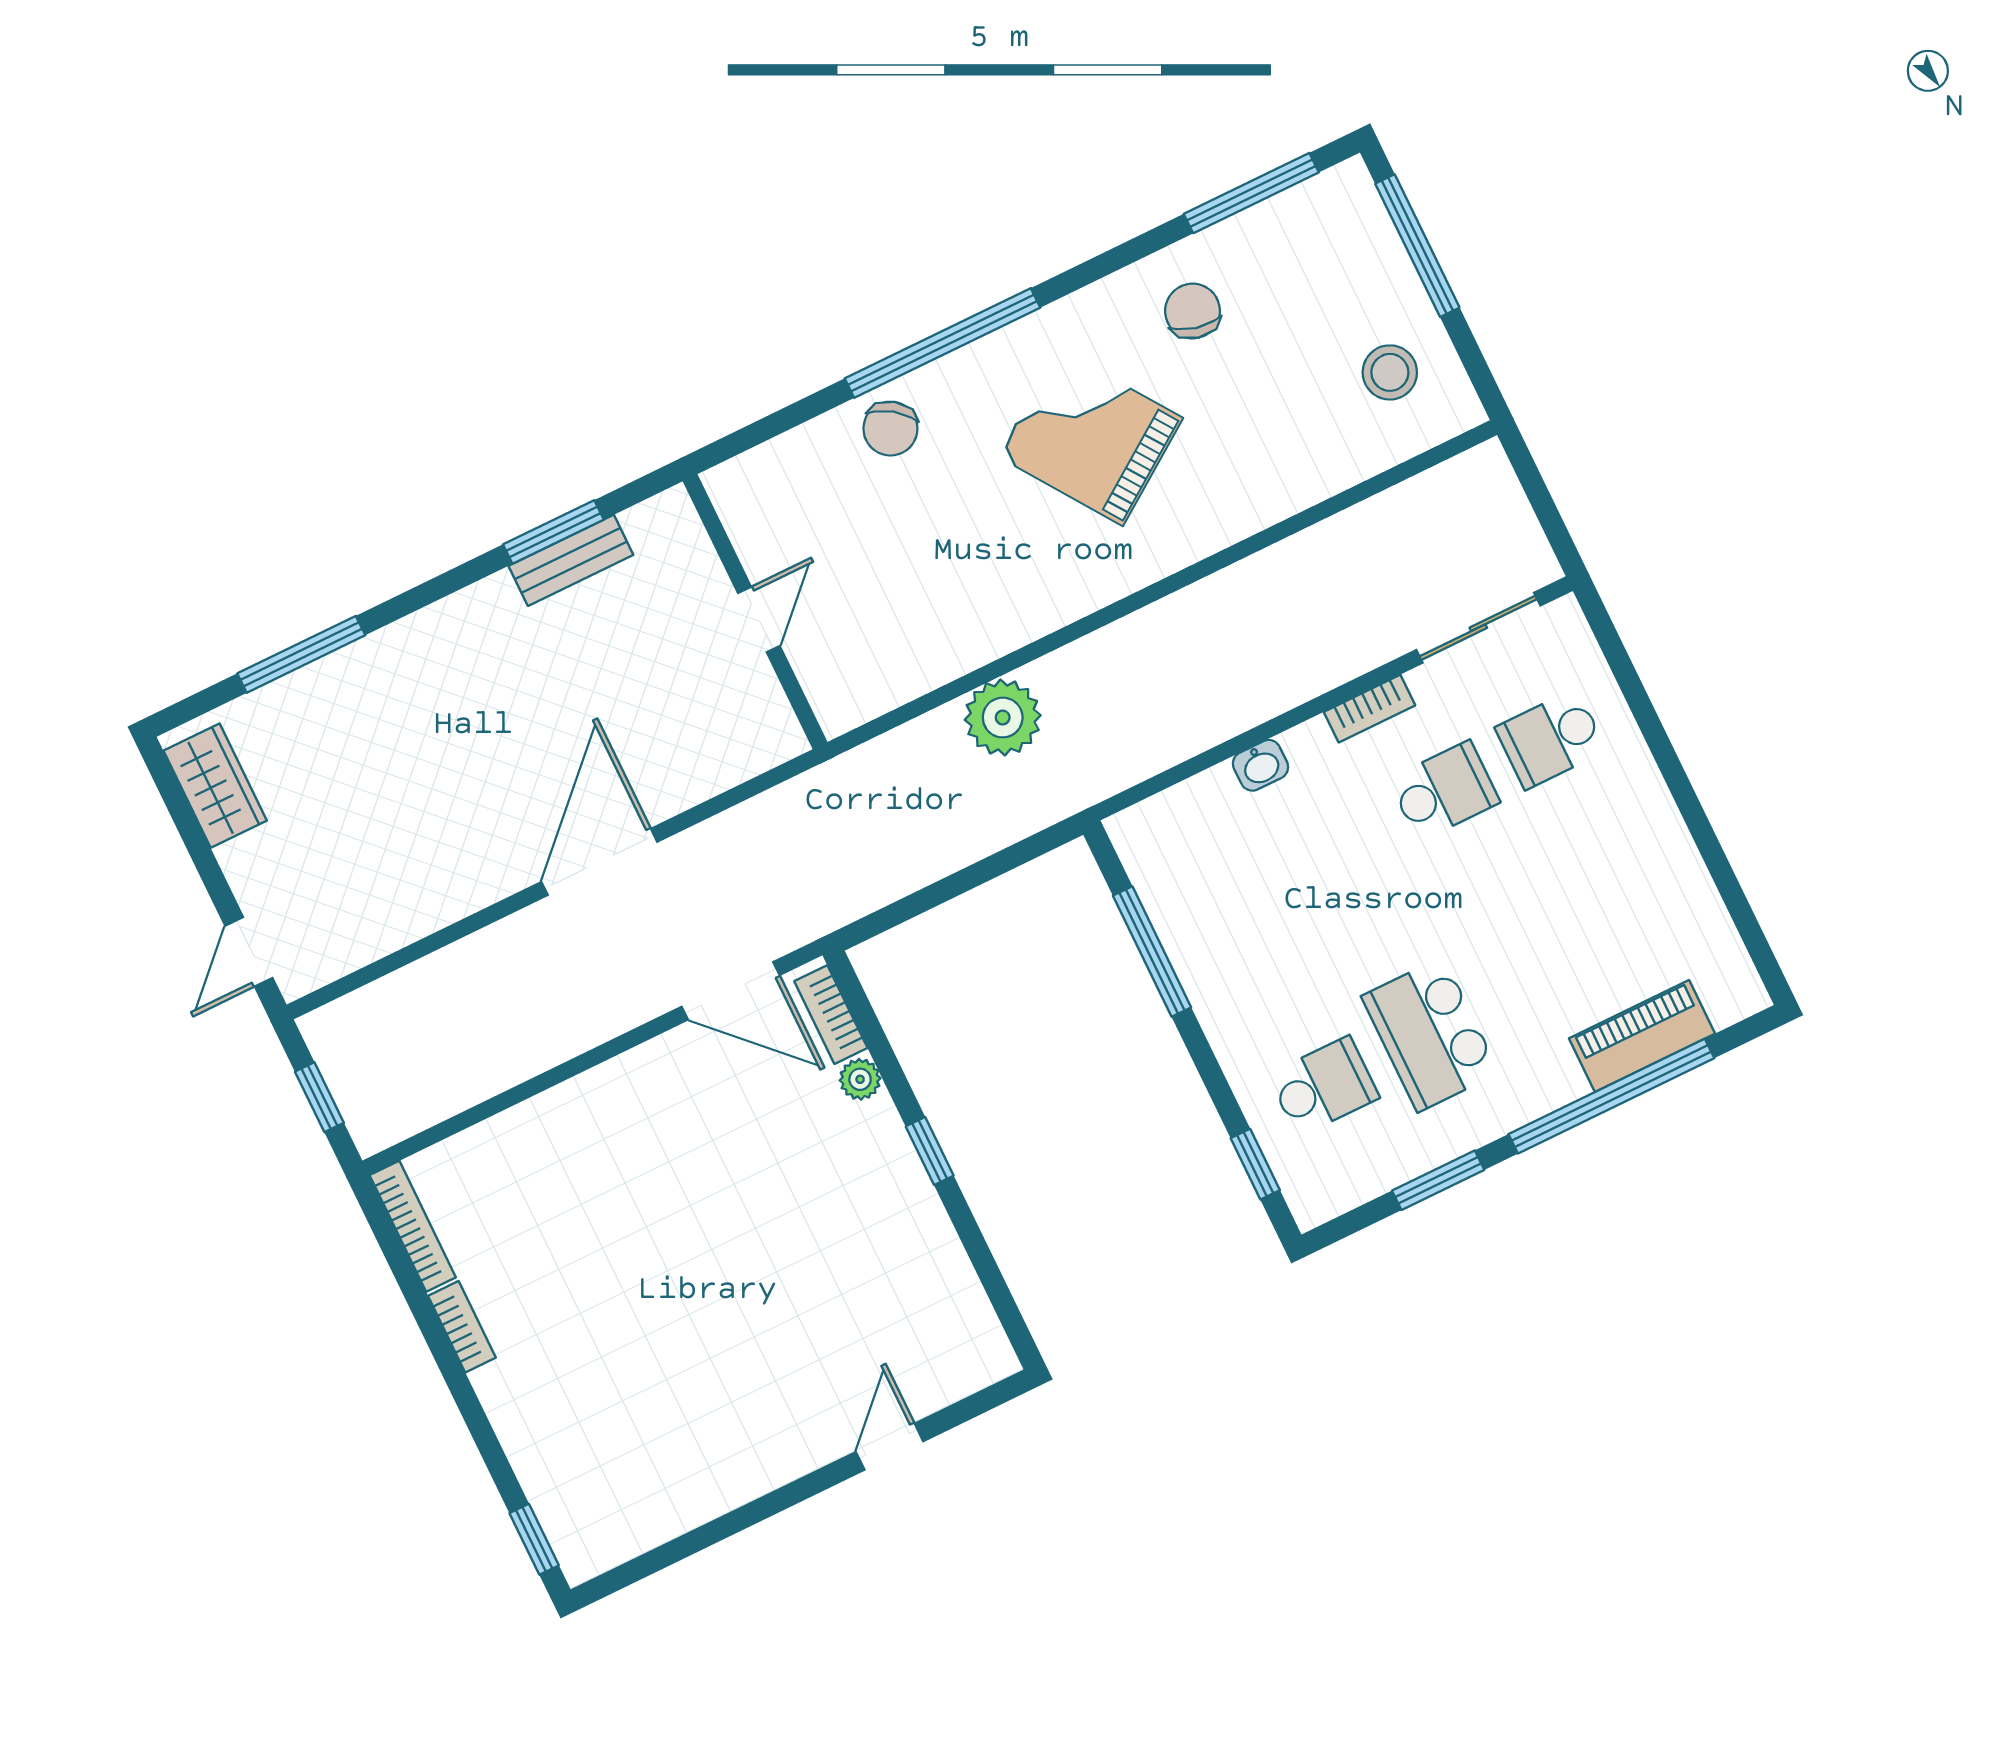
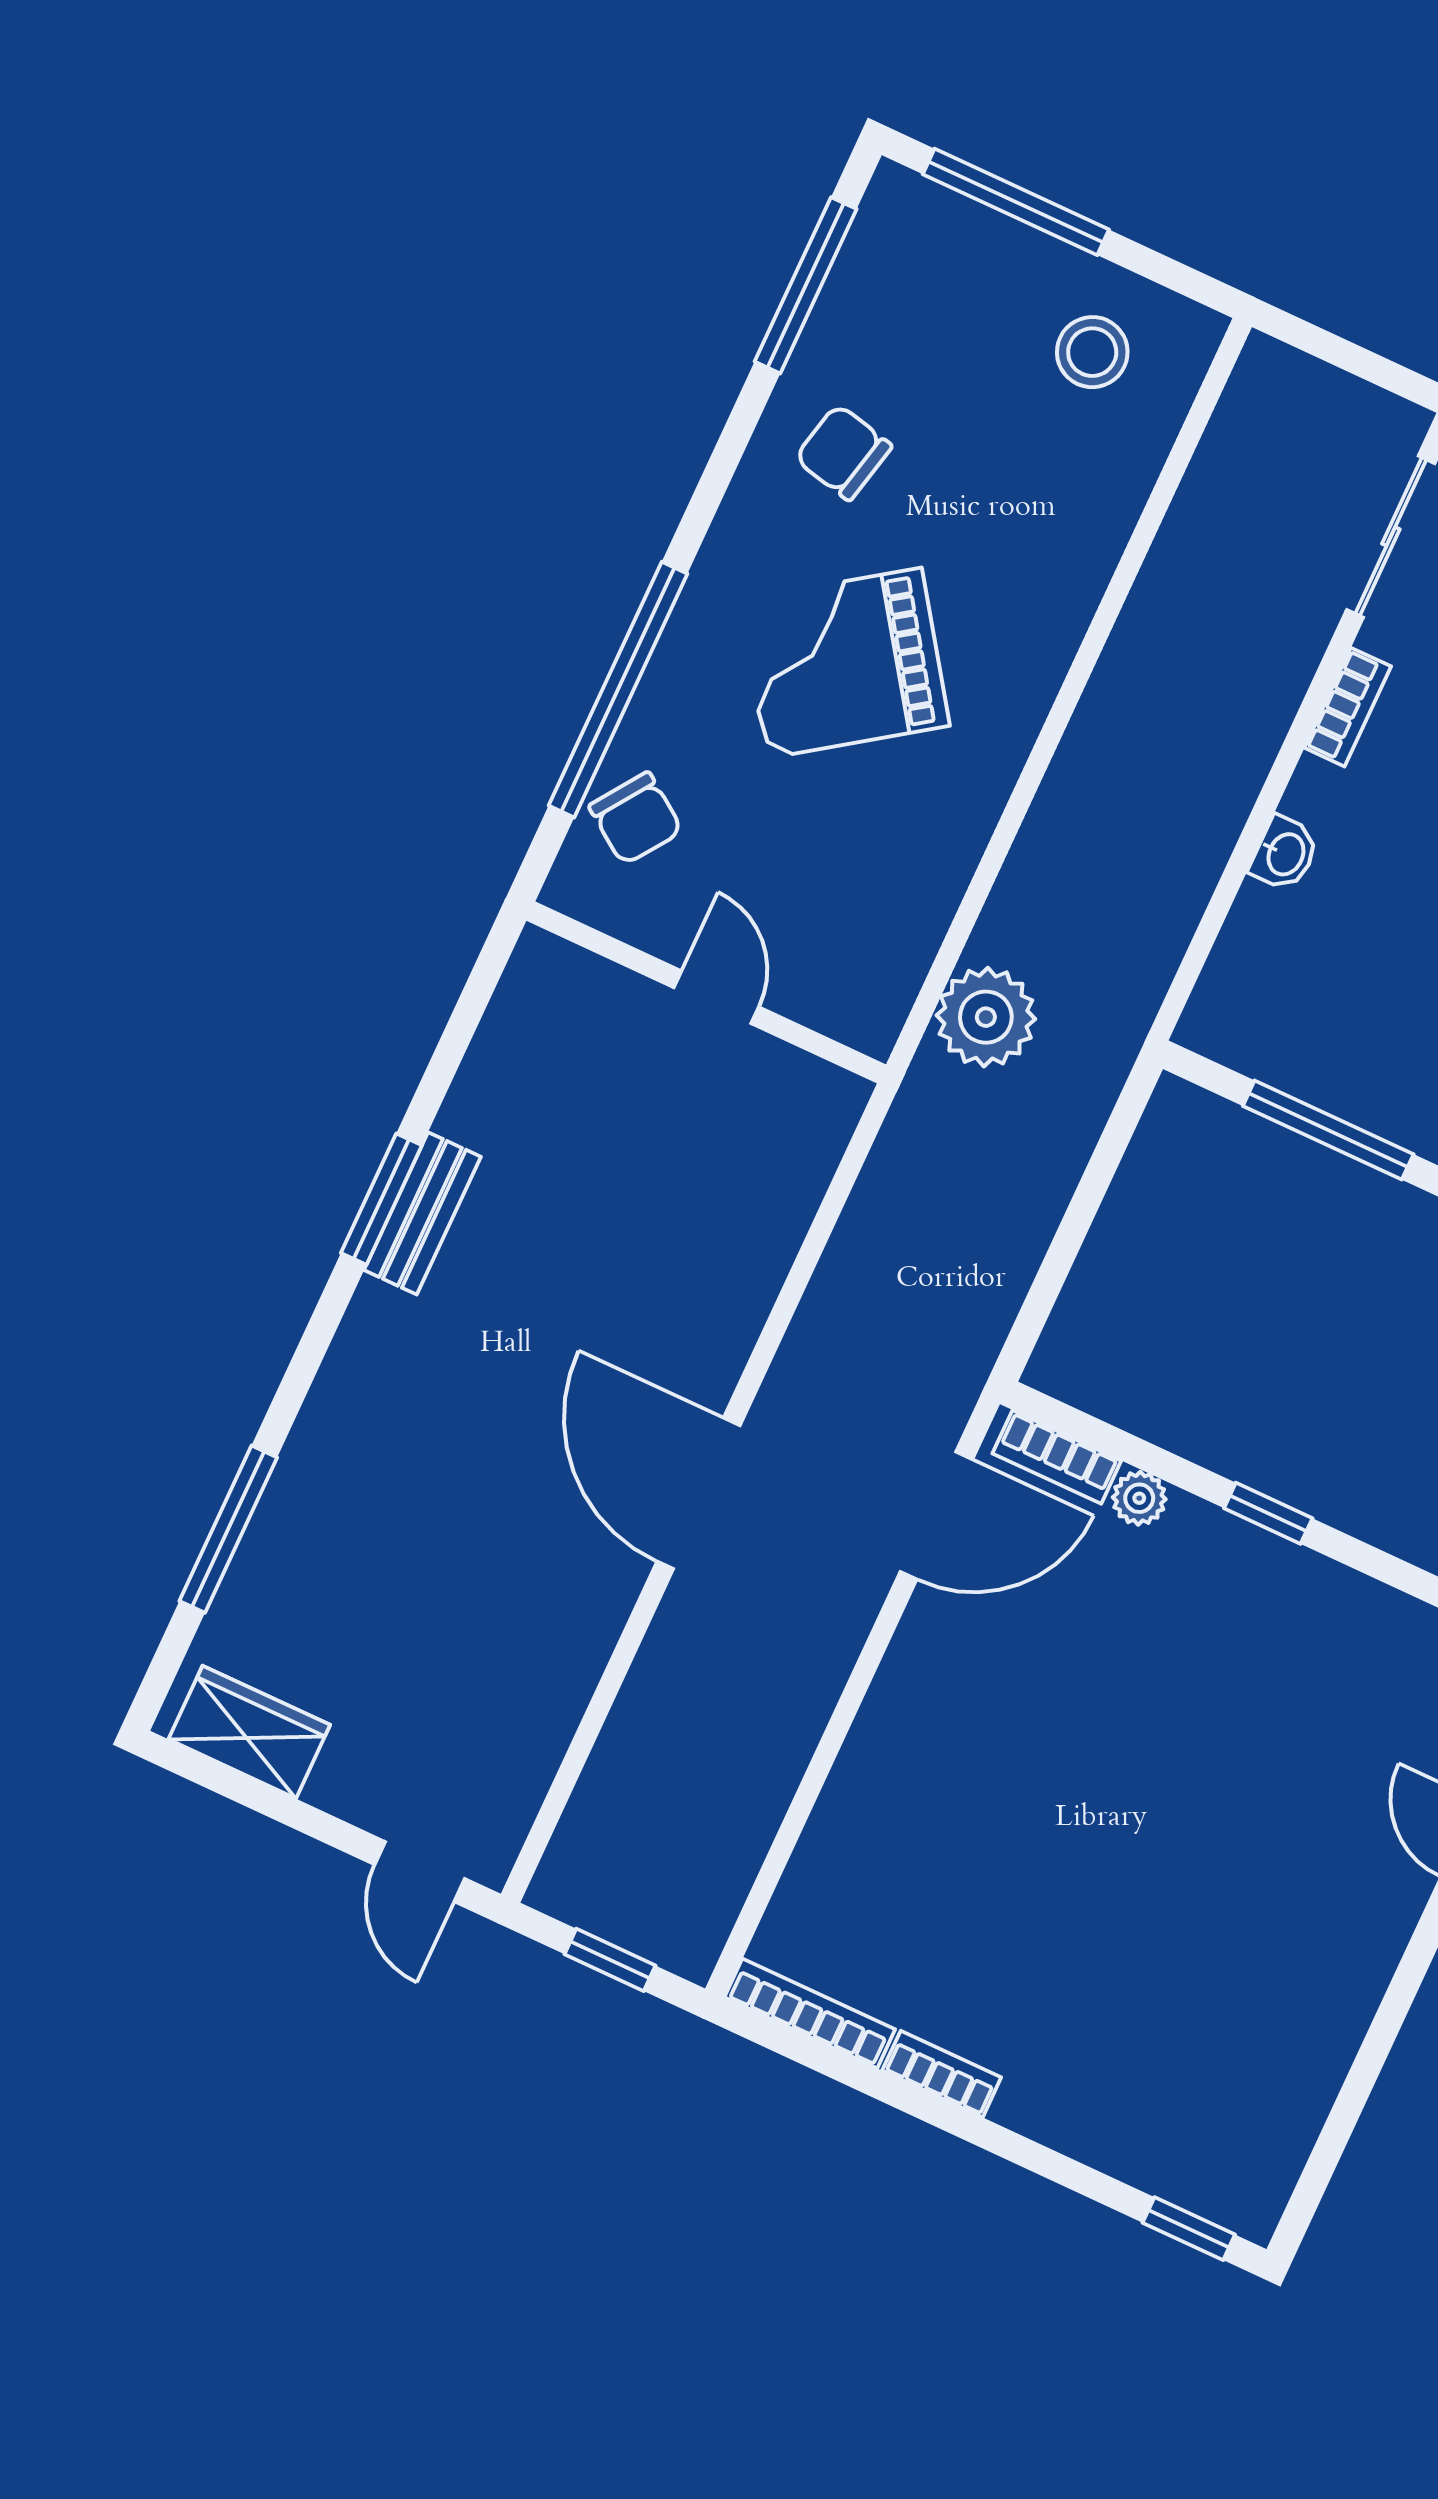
wall: (755, 612) -> (706, 993), moved
door: (759, 619) -> (716, 997), moved

